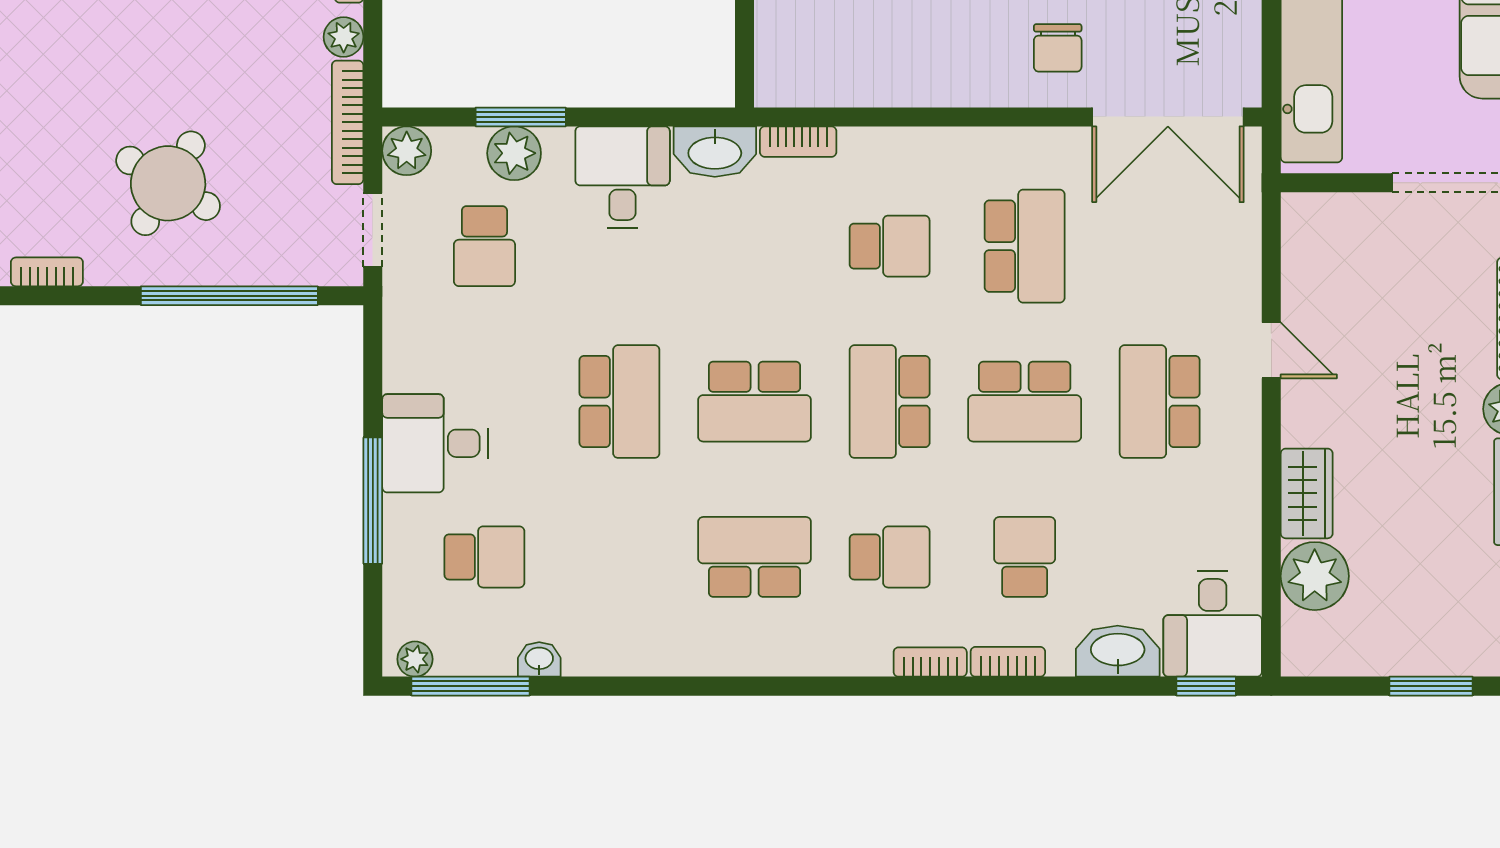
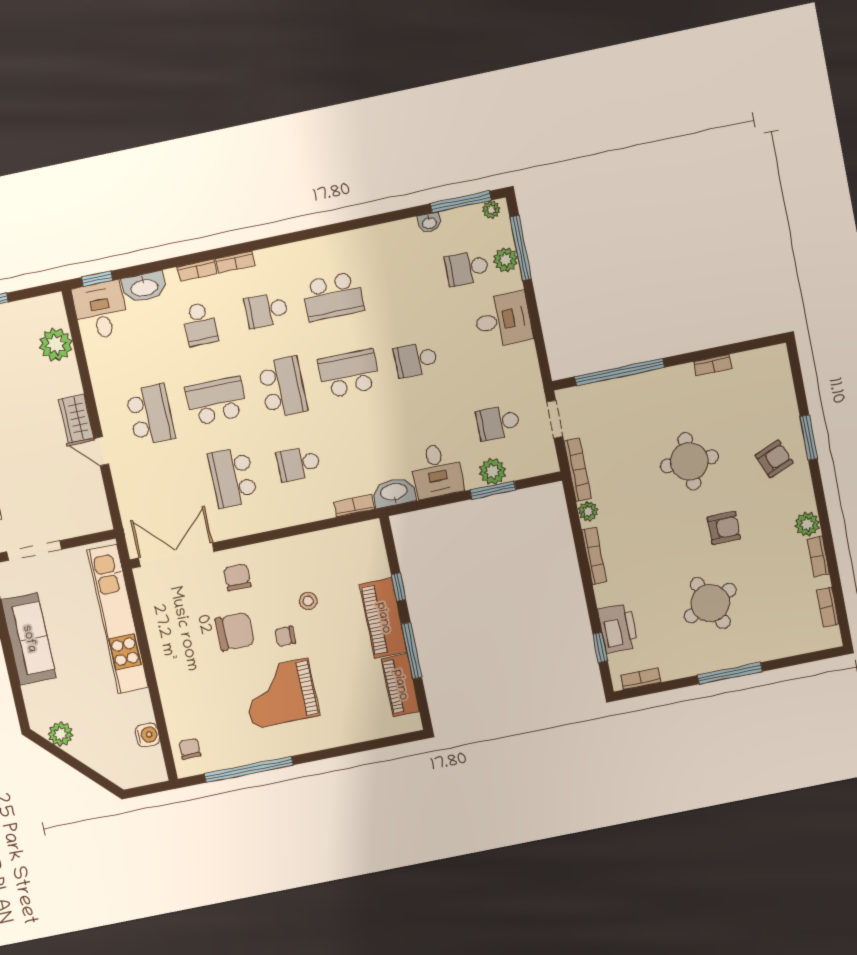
plant: (407, 151) -> (506, 260), moved
round table: (168, 183) -> (689, 461), moved, turned -31
school desk: (484, 246) -> (498, 423), turned -90
school desk: (619, 402) -> (416, 360), width x0.54
wardrobe: (1307, 493) -> (76, 419), moved
window: (373, 501) -> (521, 248), moved

